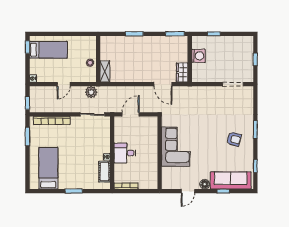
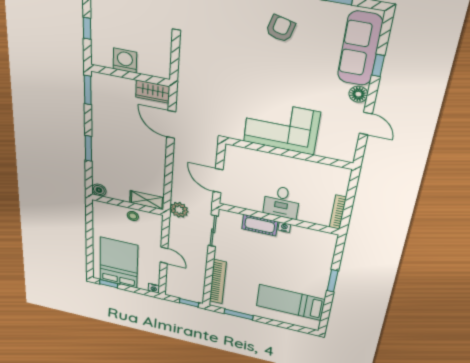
boiler: (105, 40) -> (99, 190), added
bed: (48, 50) -> (119, 263), width x1.50
door: (163, 84) -> (171, 124), swing flipped
plant: (91, 92) -> (179, 210), moved
cot: (104, 172) -> (260, 225), moved

